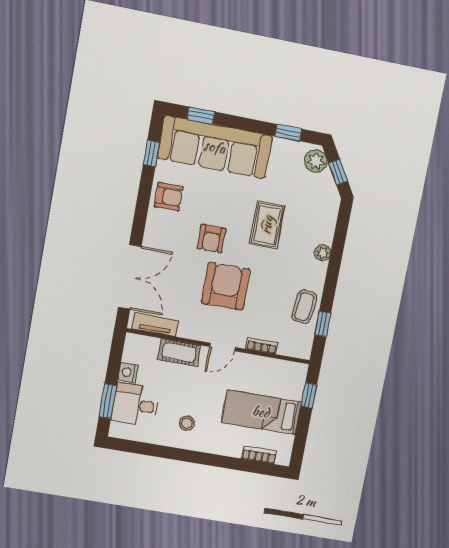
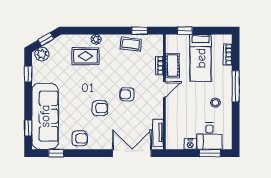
armchair: (169, 197) -> (80, 138), turned 90
rug: (267, 225) -> (86, 56), moved
armchair: (226, 286) -> (127, 94), width x0.53, depth x0.53
door: (222, 347) -> (164, 89), hinge flipped
cot: (179, 352) -> (172, 66), moved
window: (207, 459) -> (236, 86), added

